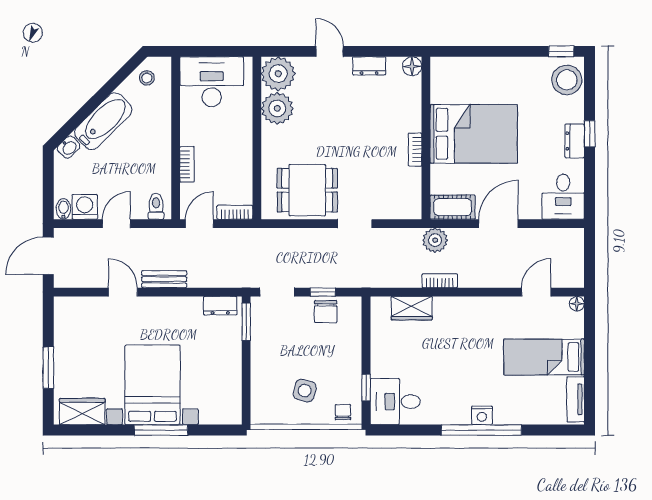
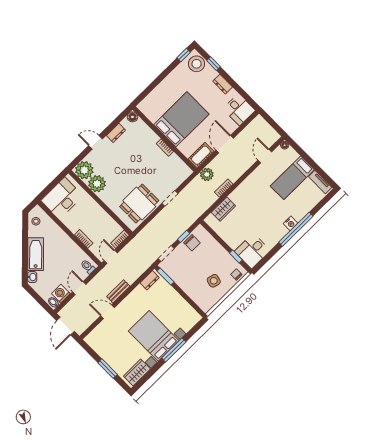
window: (590, 134) -> (214, 64), moved

